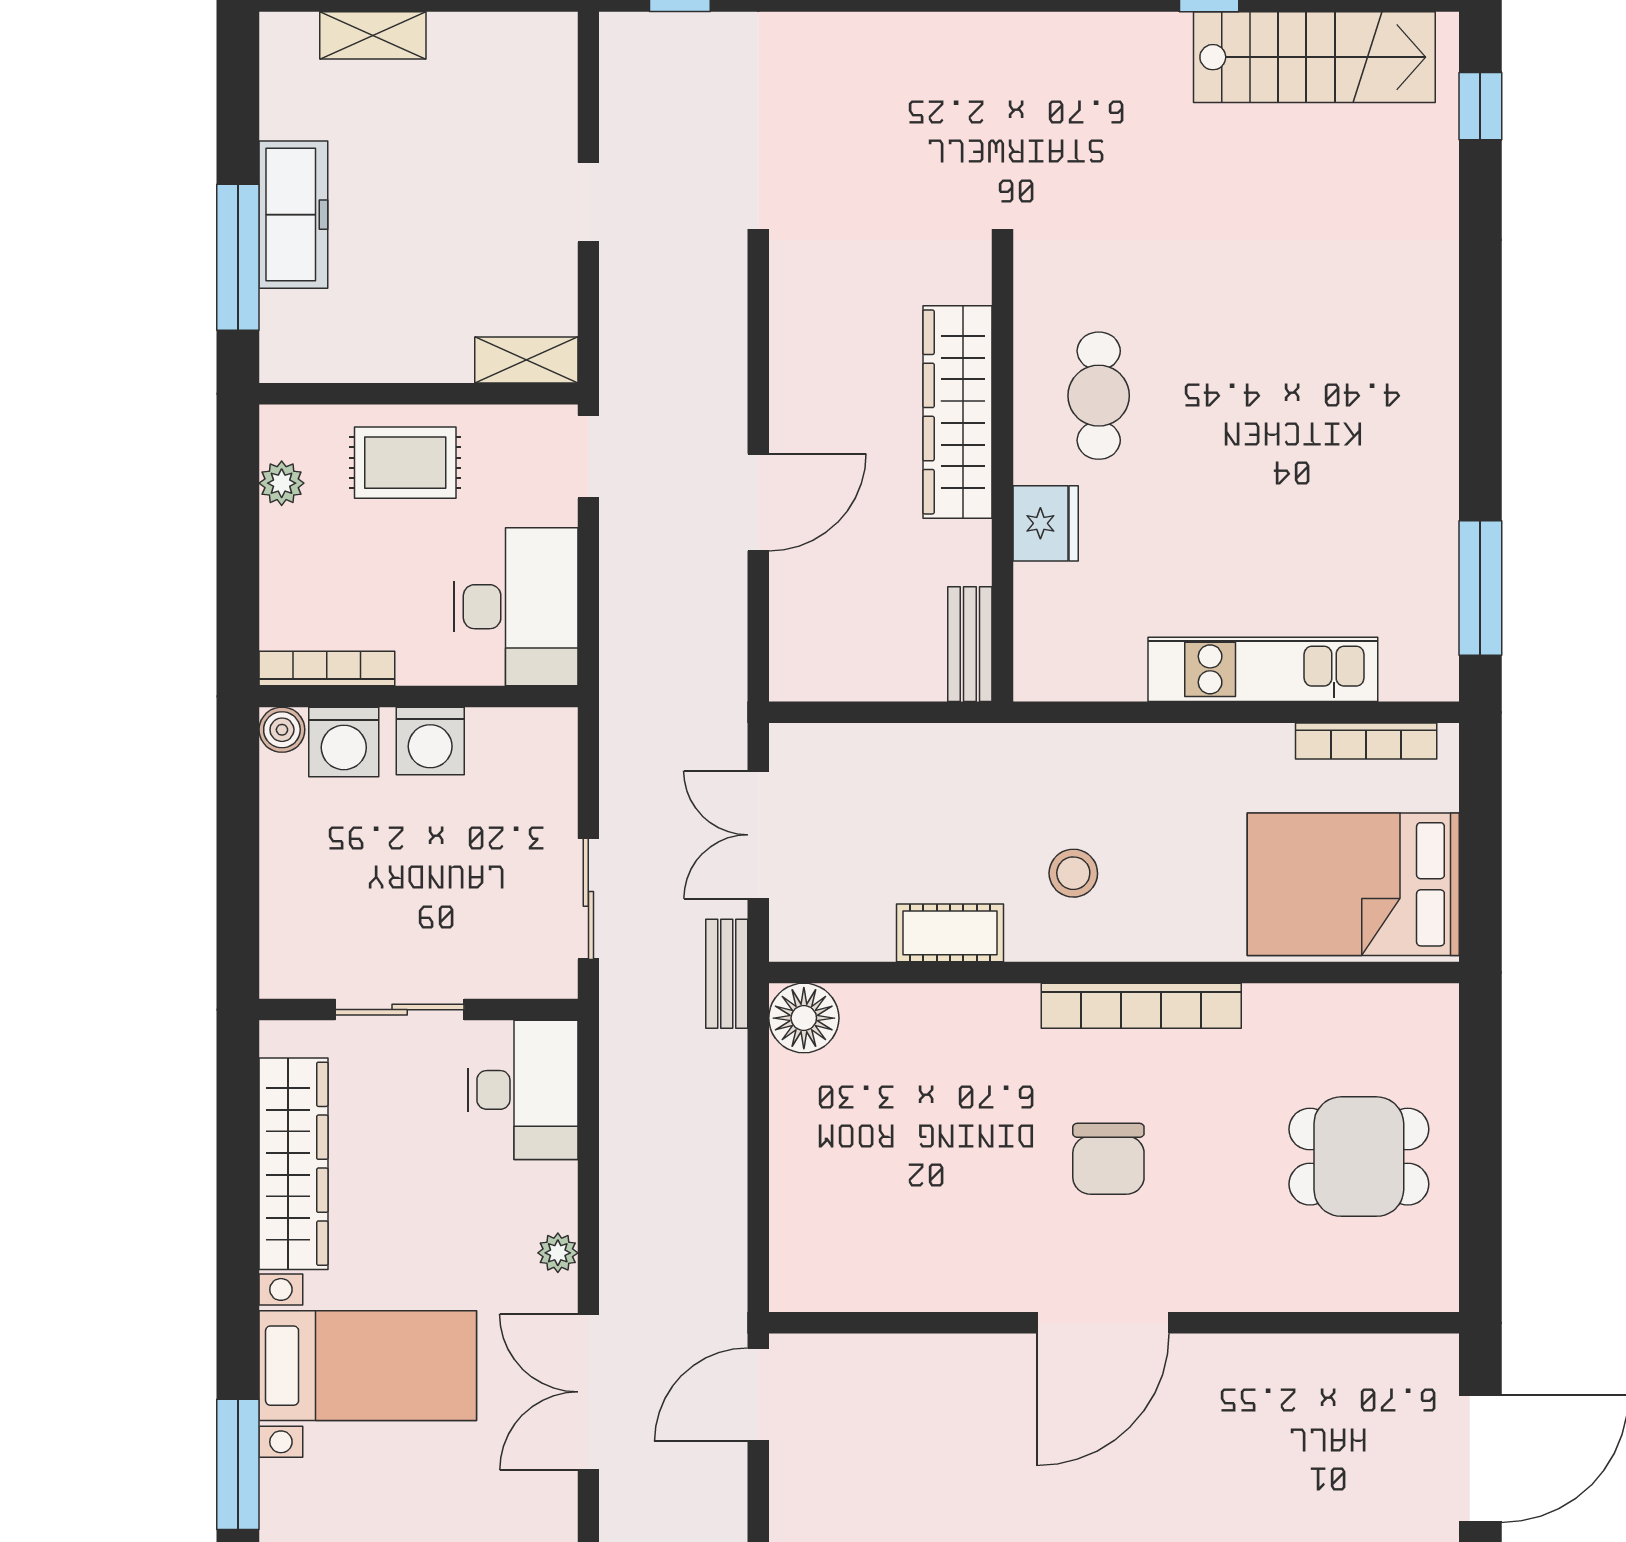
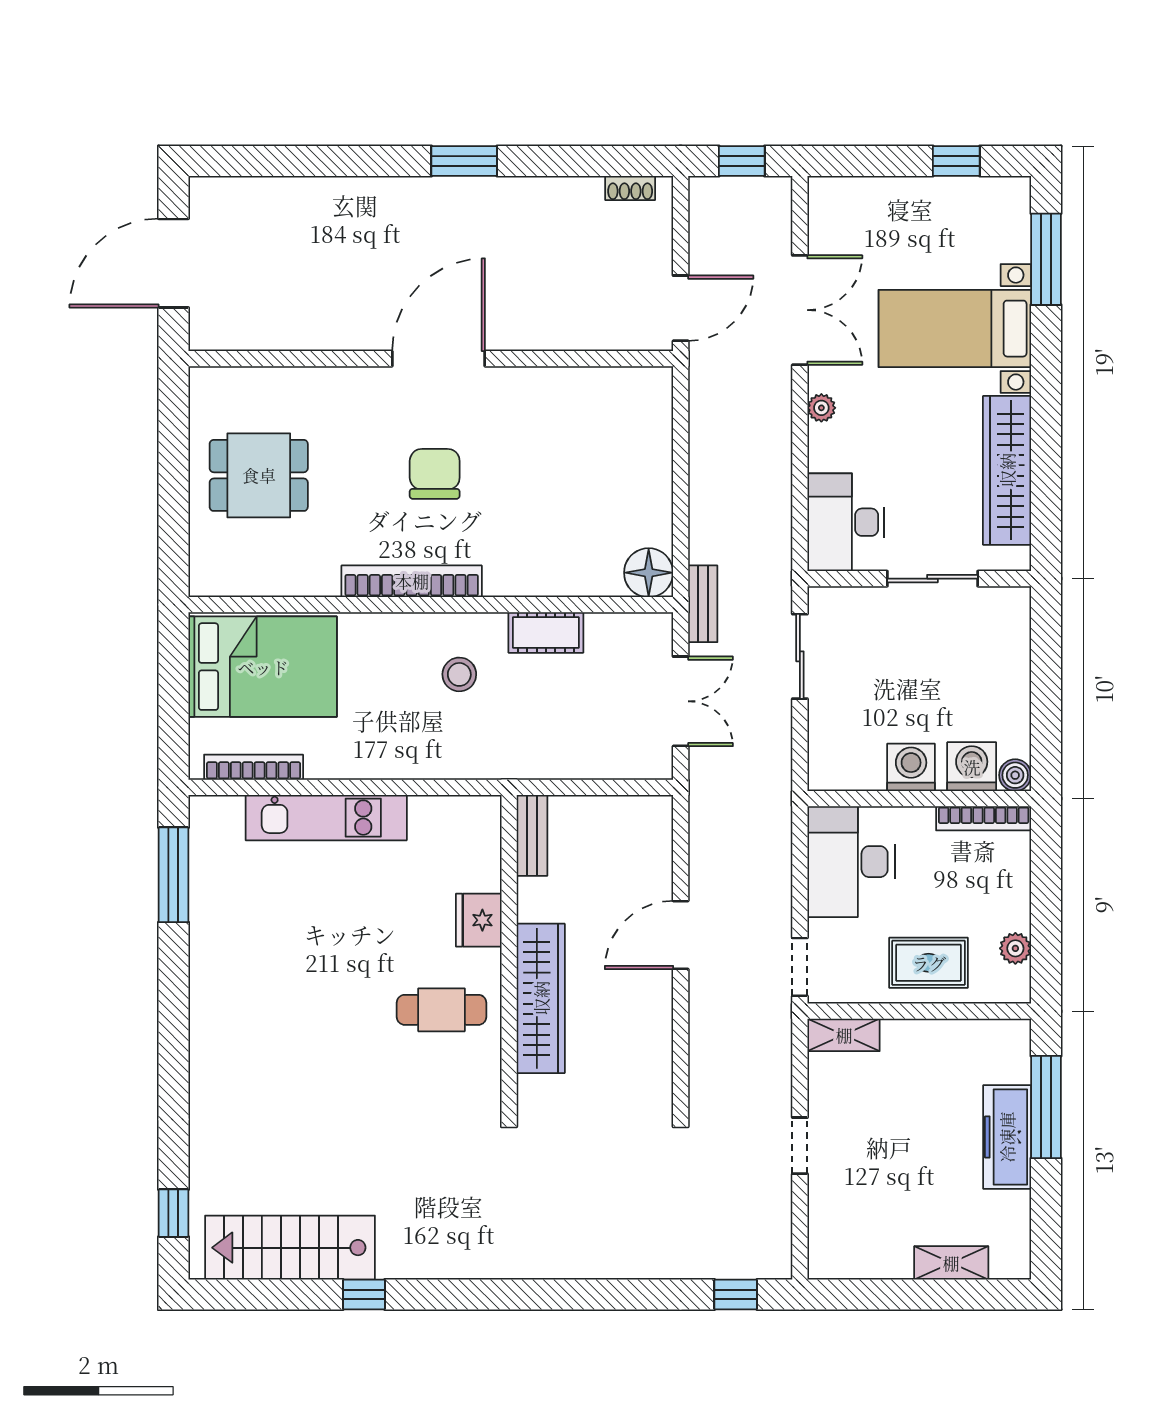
cafe table: (1099, 396) -> (442, 1010), turned 90

